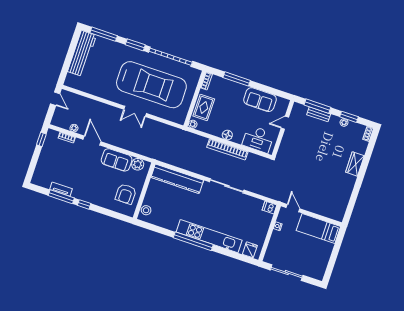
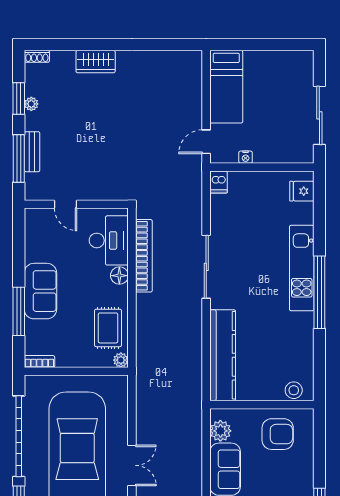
sofa: (260, 100) -> (40, 291), moved
rug: (204, 107) -> (108, 328), moved, turned 90
floor lamp: (227, 135) -> (119, 276), moved
bookcase: (227, 149) -> (144, 256), moved
kitchen unit: (209, 236) -> (302, 268), width x0.73

